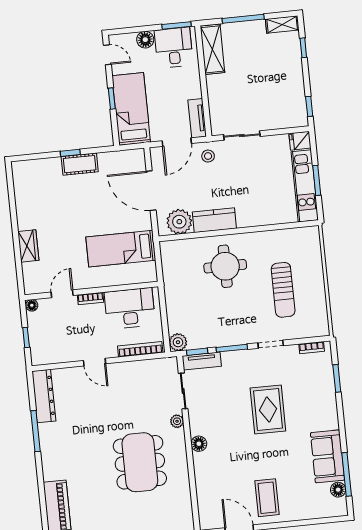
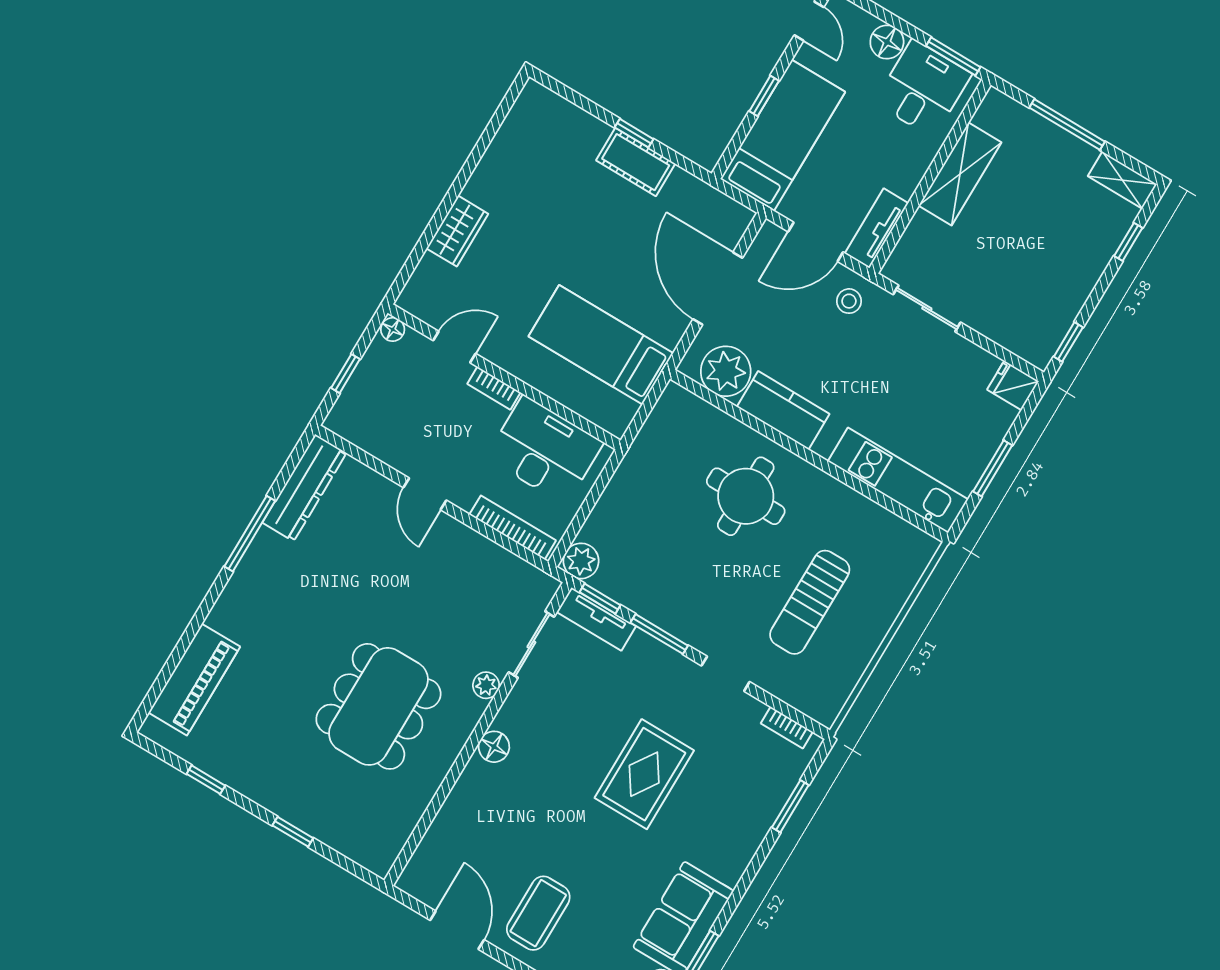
shelving: (212, 49) -> (960, 174), moved
kitchen unit: (305, 186) -> (898, 480), moved, turned 90

